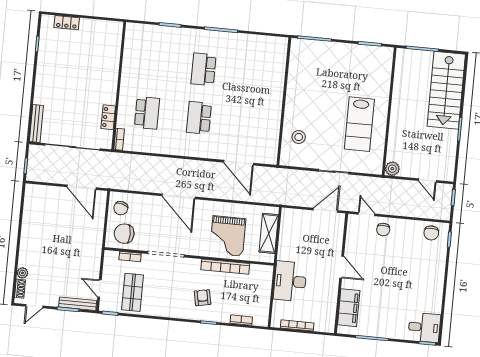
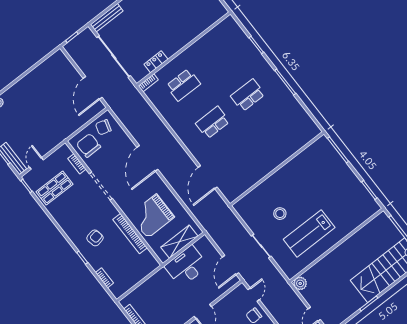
stool: (299, 137) -> (280, 214), moved
door: (325, 210) -> (230, 265), swing flipped
desk: (290, 281) -> (186, 266), moved

